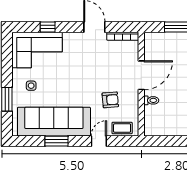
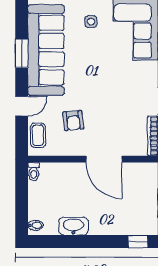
toilet: (151, 100) -> (34, 172), moved
door: (99, 141) -> (22, 106), hinge flipped

